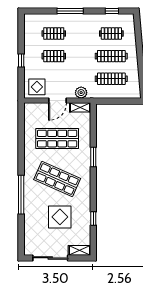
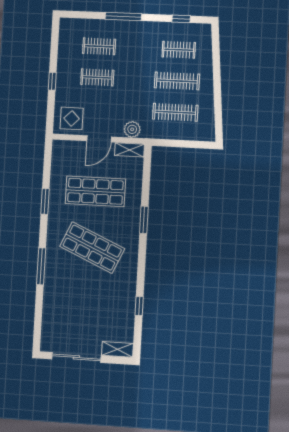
window: (21, 148) -> (45, 201), added
window: (21, 195) -> (41, 266), width x0.68
display table: (60, 217) -> (93, 301), removed

